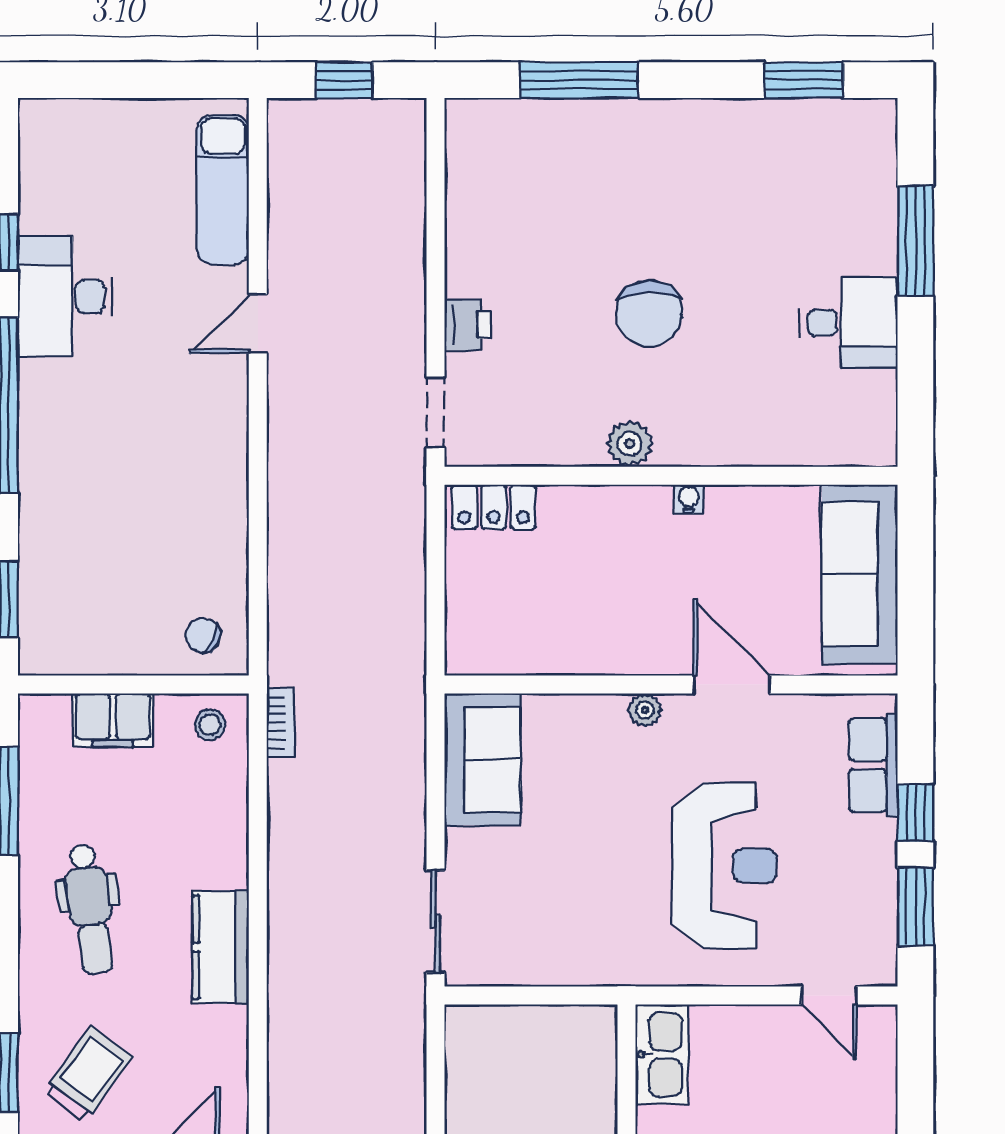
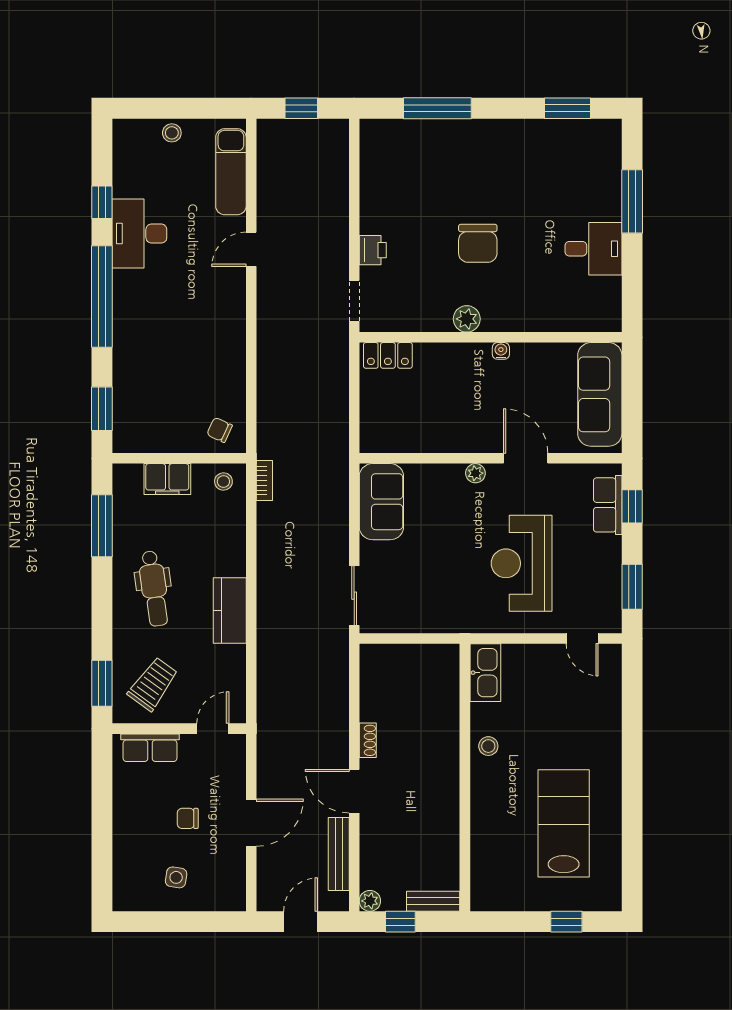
stool: (121, 123) -> (172, 133), added
window: (915, 813) -> (632, 506), moved
reception desk: (724, 866) -> (522, 563), turned 180

